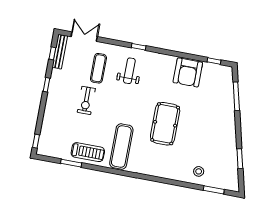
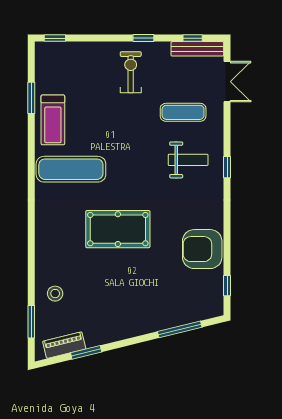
exercise bike: (86, 100) -> (131, 72), moved, turned 90
piano: (233, 172) -> (64, 345), added

